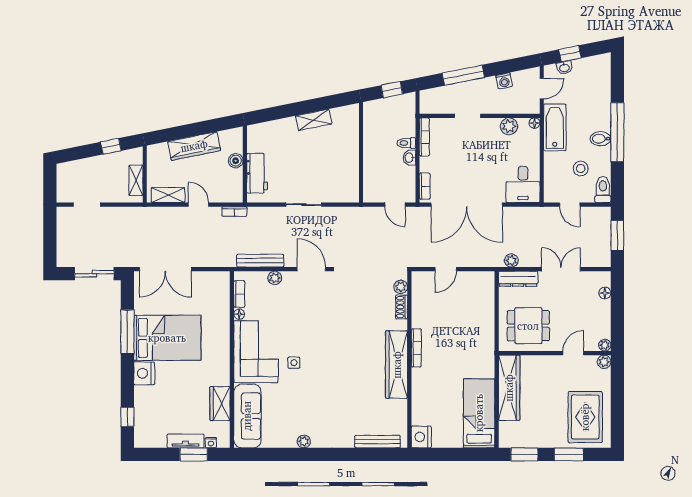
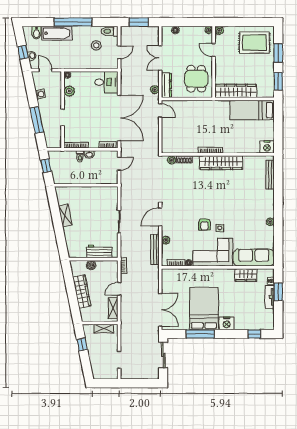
bathtub: (555, 127) -> (57, 33), moved, turned 180
bidet: (601, 139) -> (36, 33), moved
door: (446, 269) -> (160, 110), moved
armchair: (300, 339) -> (204, 224), added

